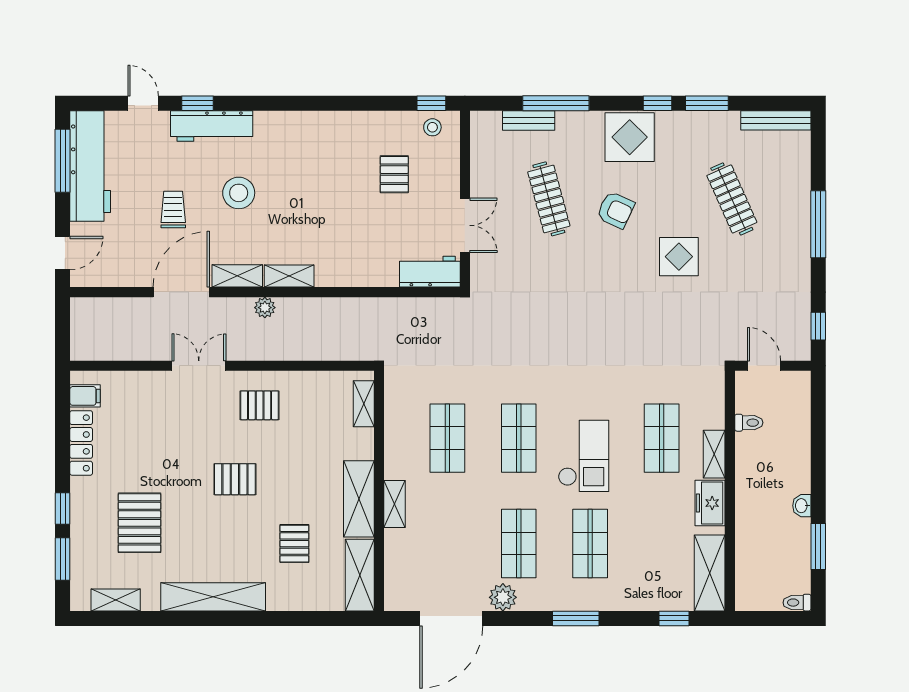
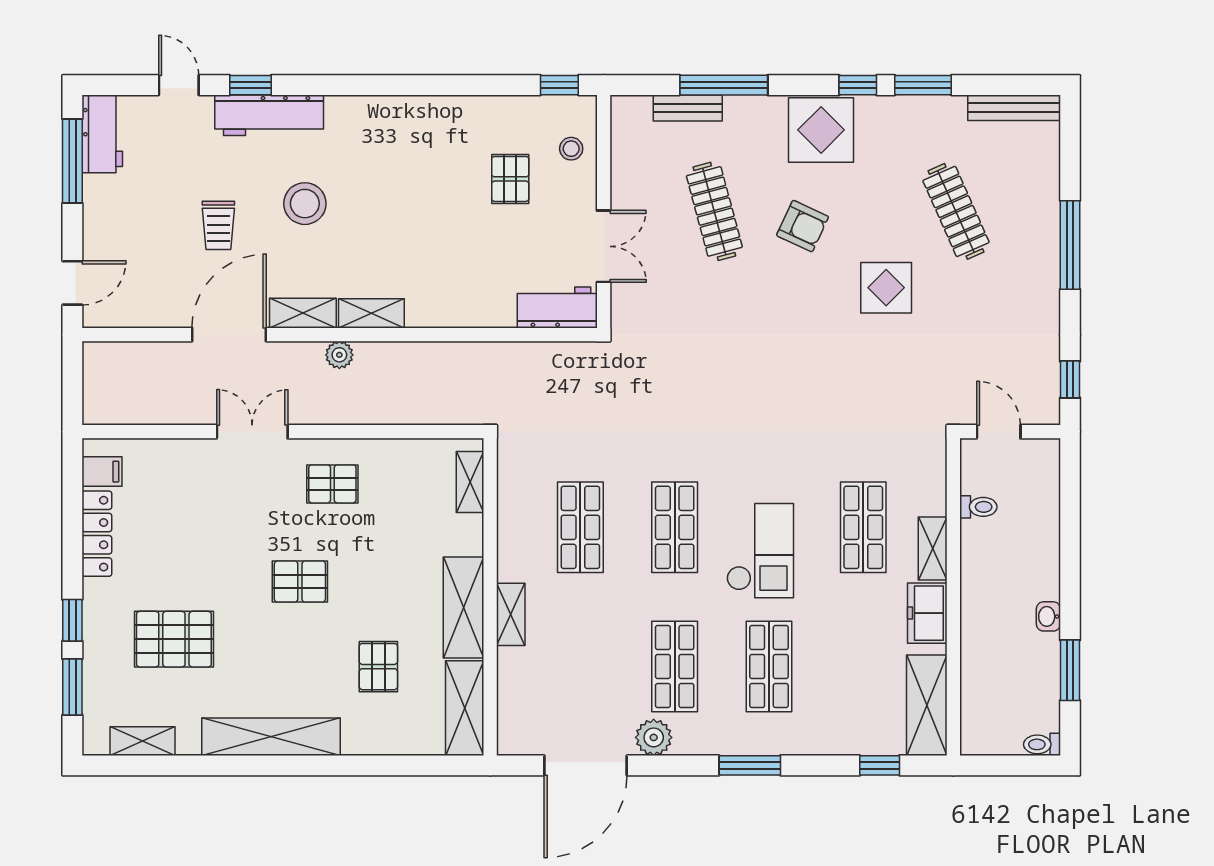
stool: (432, 127) -> (571, 149), moved
workbench: (90, 166) -> (102, 134), width x0.53, depth x0.76
trolley: (173, 210) -> (218, 225), turned 180
pallet: (140, 523) -> (174, 639), turned 90

